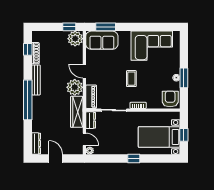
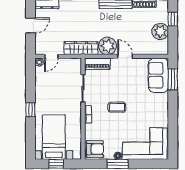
window: (69, 27) -> (173, 19), moved
plant: (75, 39) -> (160, 31), moved
corner sofa: (152, 46) -> (145, 144), moved, turned 90
door: (84, 71) -> (125, 56), hinge flipped
dresser: (91, 120) -> (72, 63), removed

